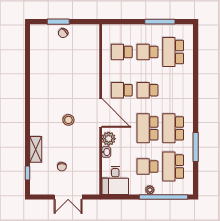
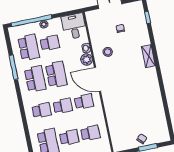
school desk: (173, 90) -> (42, 110), added
stool: (68, 120) -> (108, 52), moved
shelving: (36, 149) -> (148, 56), moved

